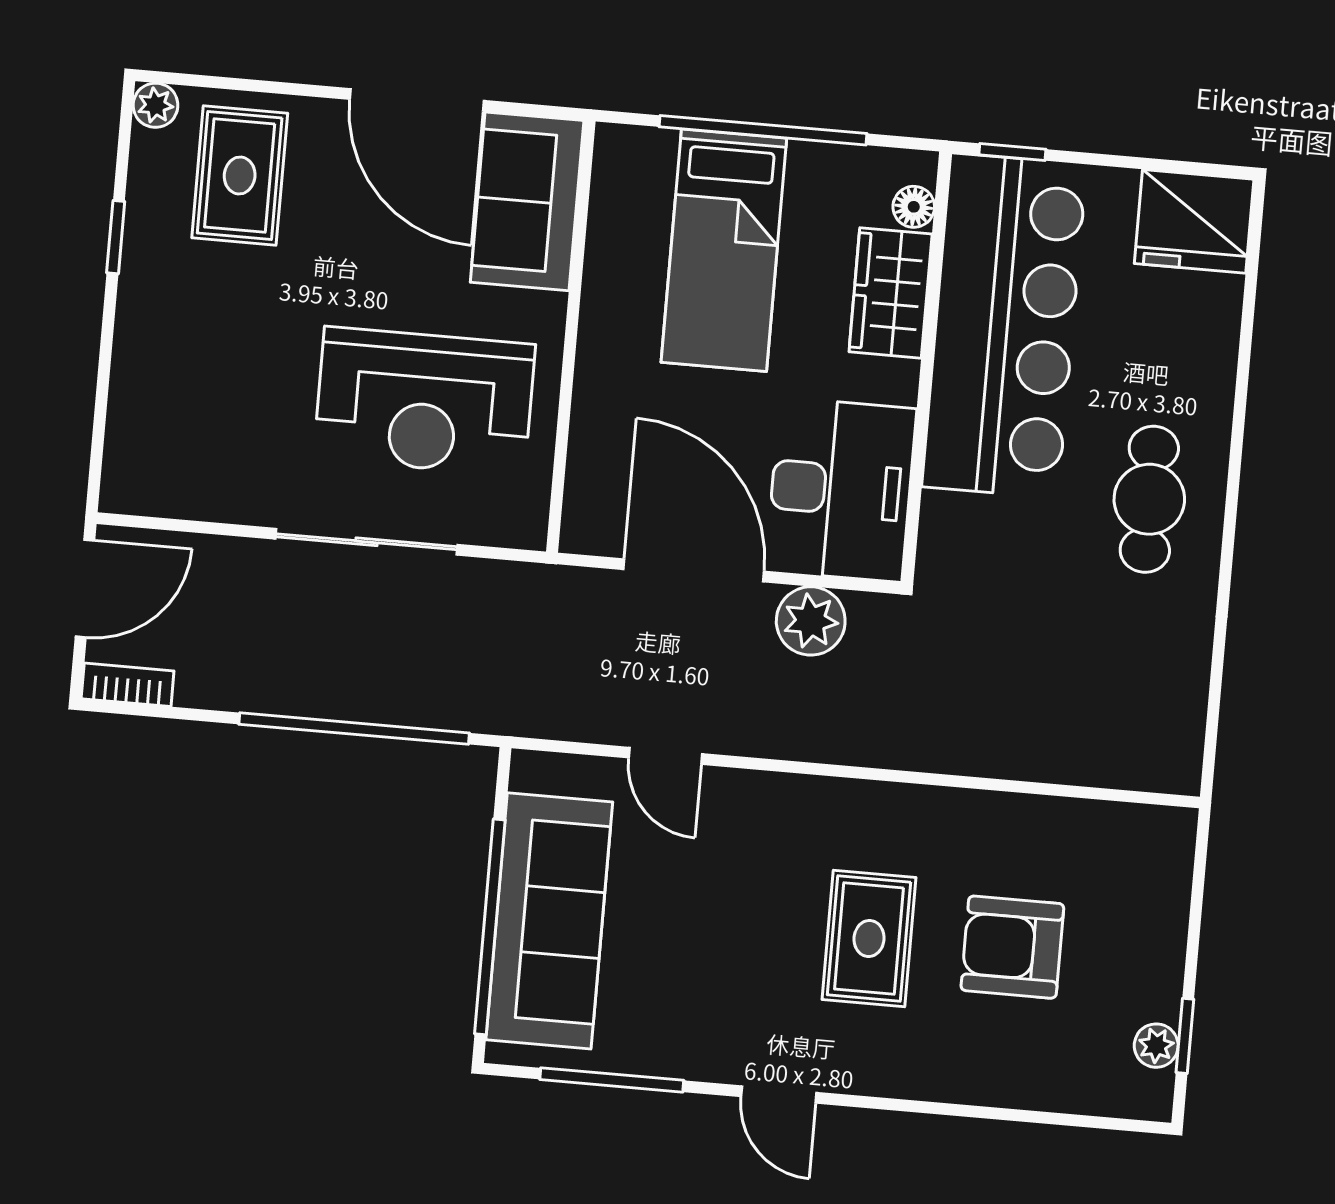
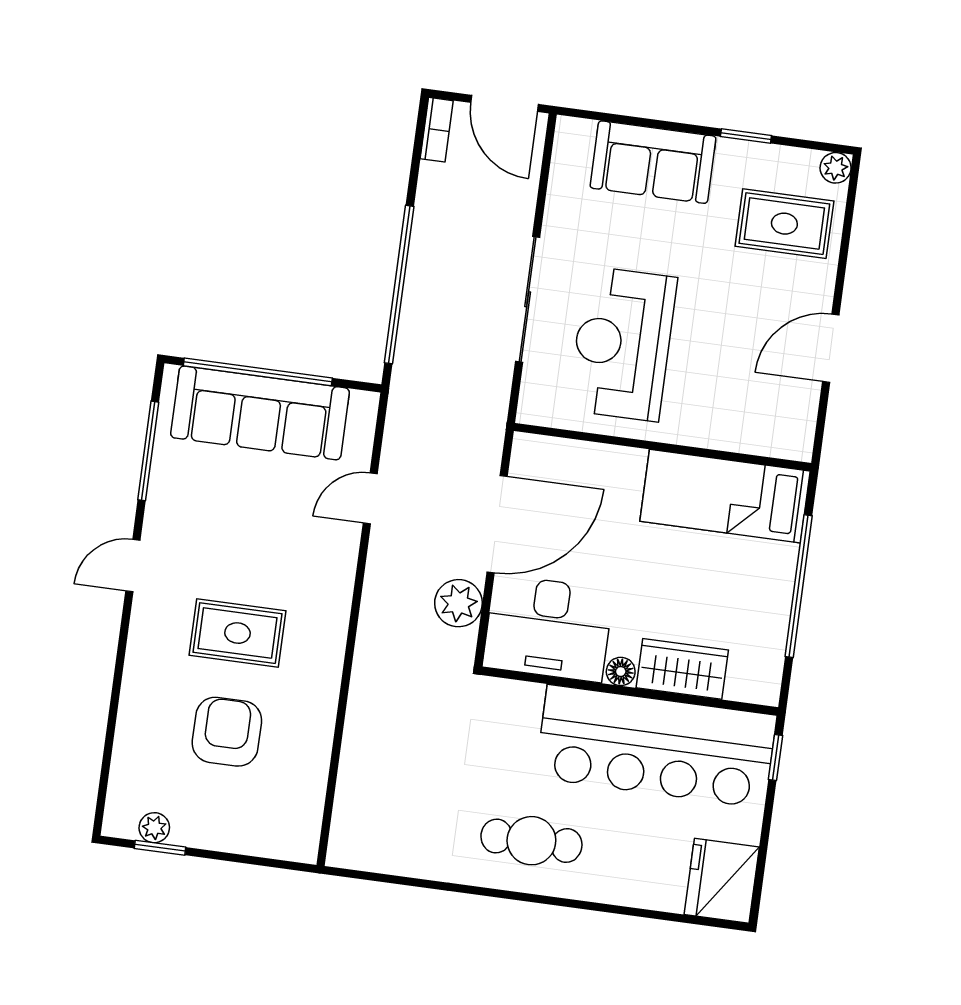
door: (417, 100) -> (831, 348), width x0.73
sofa: (527, 201) -> (653, 162), moved, turned 180
floor lamp: (914, 207) -> (621, 671), moved
bed: (724, 250) -> (725, 496), moved

